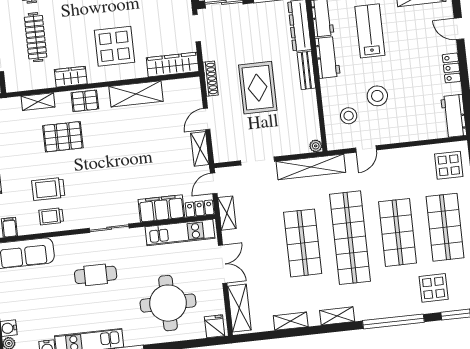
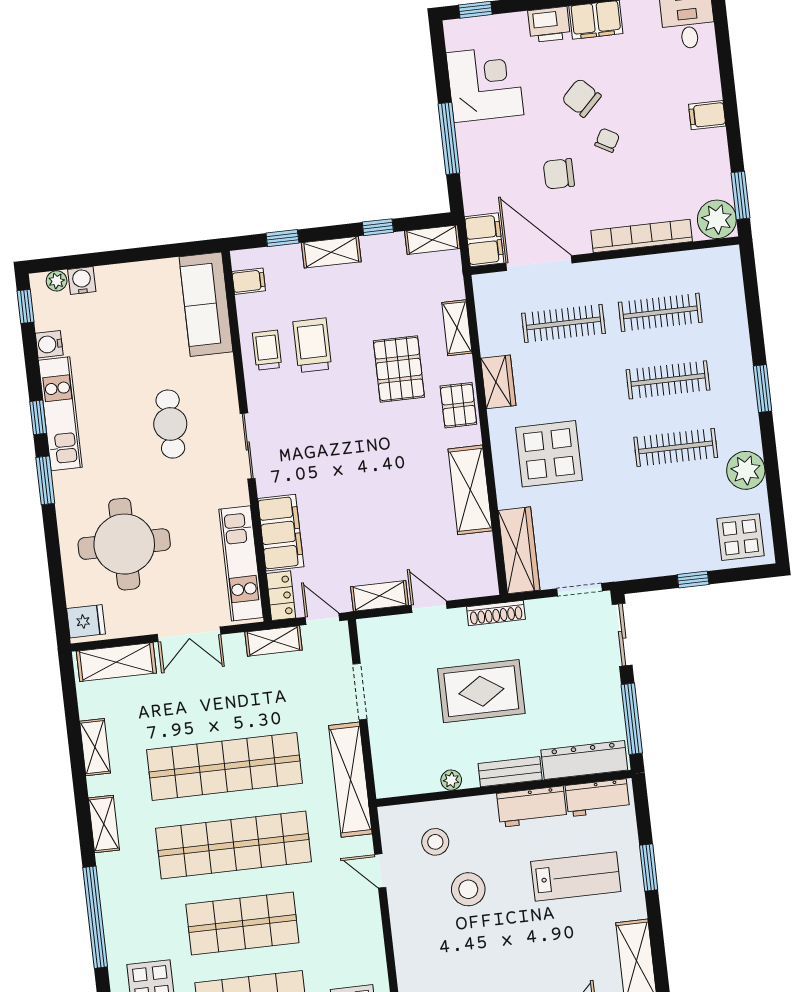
plant: (316, 146) -> (451, 780), moved
shop shelf: (303, 243) -> (225, 766), width x1.40

